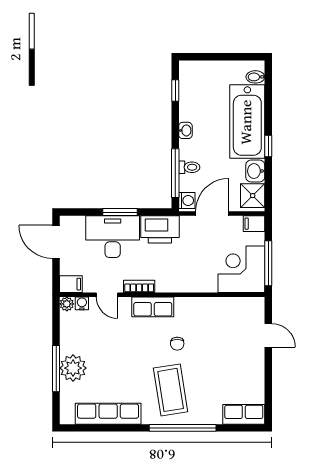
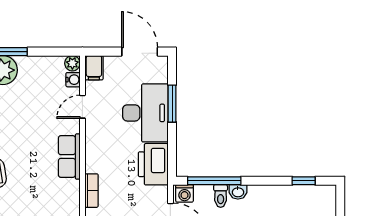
washbasin: (185, 130) -> (238, 192), moved
window: (120, 212) -> (172, 104), moved
door: (56, 242) -> (140, 52), hinge flipped
bookcase: (139, 286) -> (91, 191), moved
chair: (177, 344) -> (29, 183), removed

